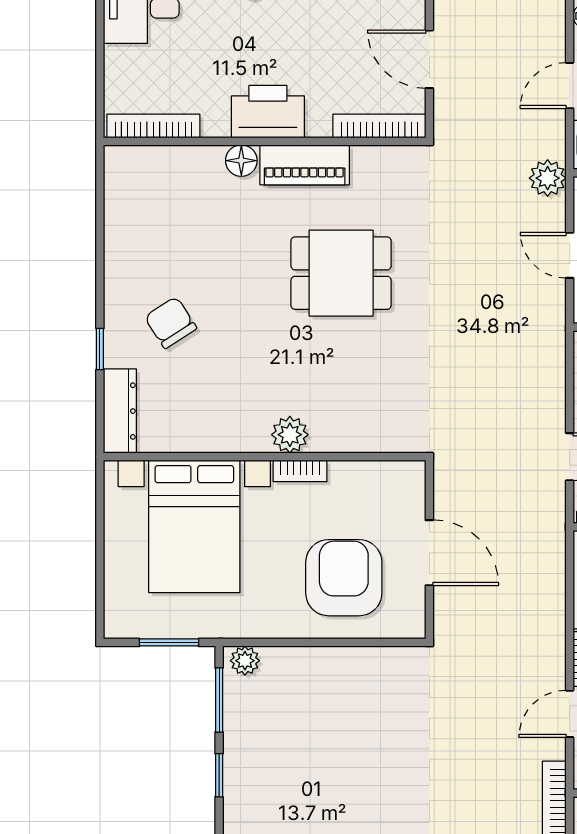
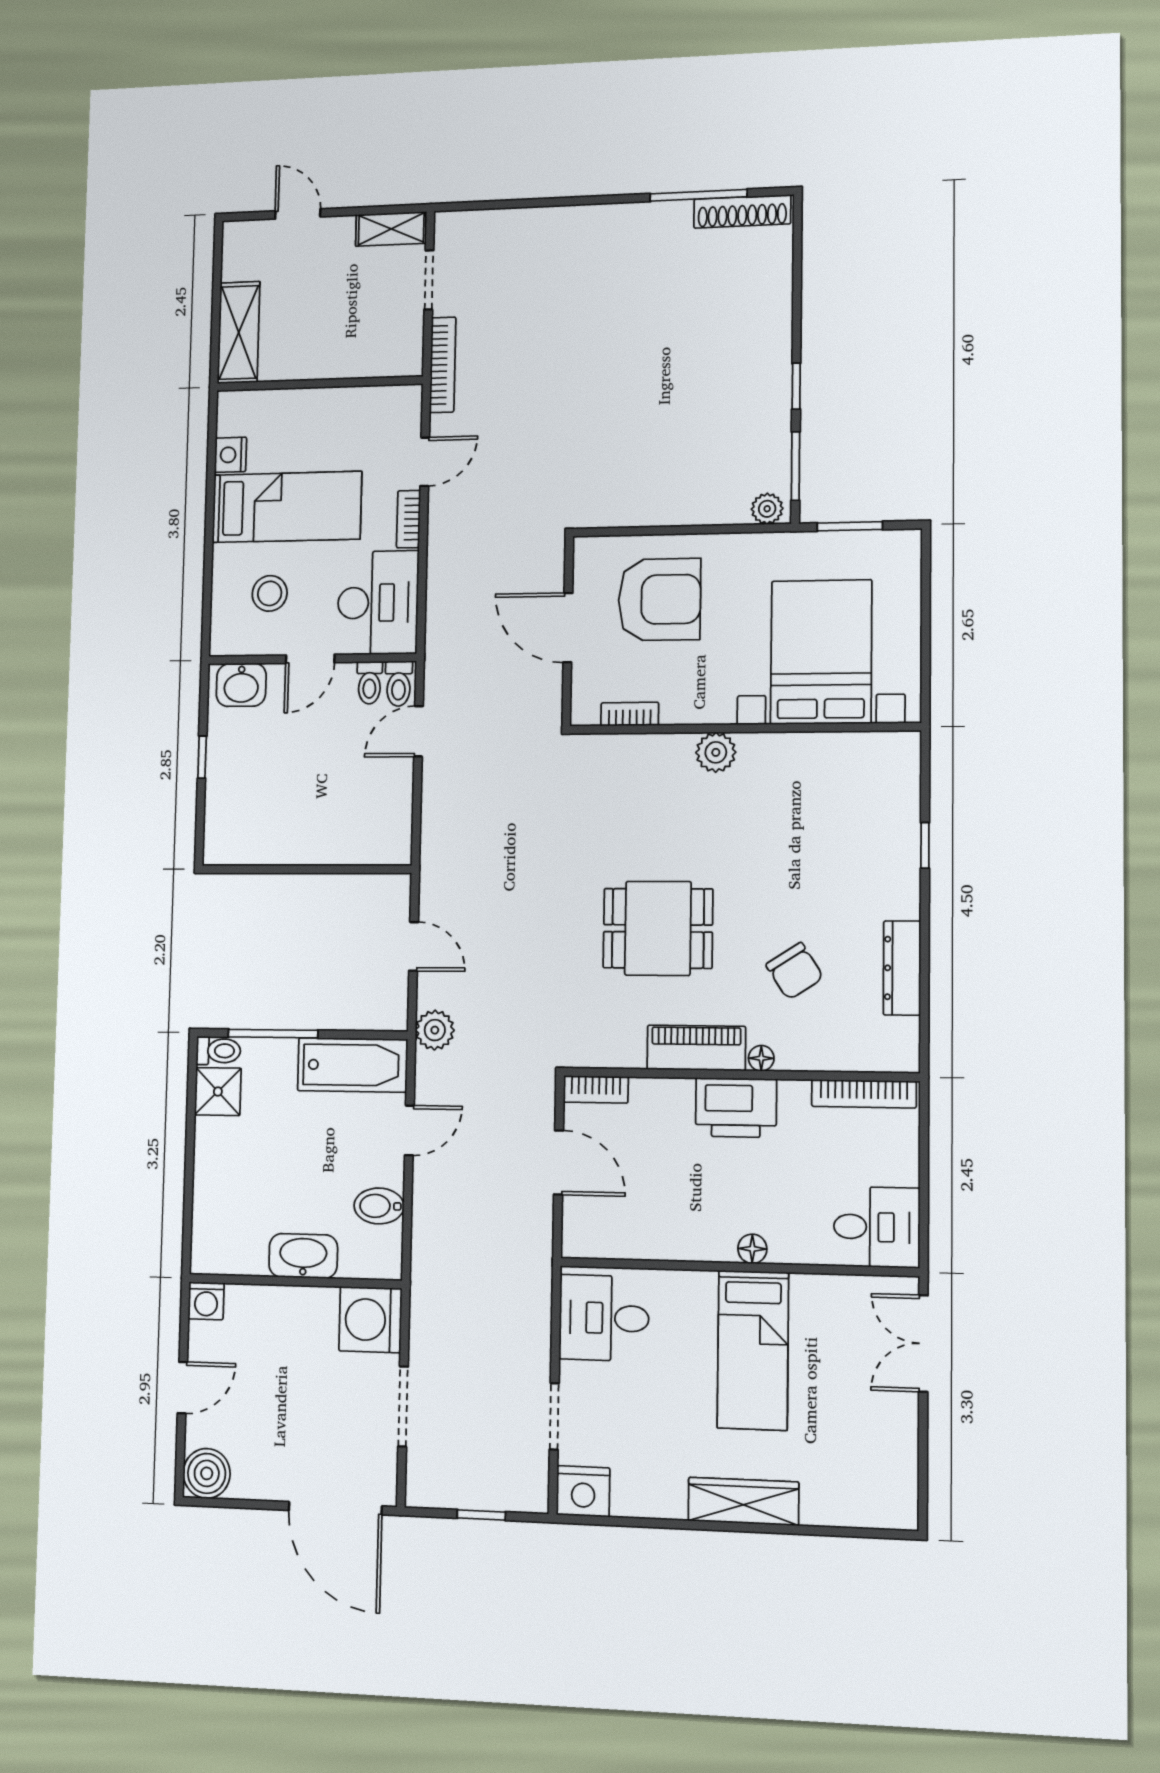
bookcase: (379, 126) -> (596, 1089), width x0.64
floor lamp: (241, 161) -> (761, 1058), width x0.73, depth x0.73
chair: (171, 323) -> (795, 971), moved
dresser: (120, 411) -> (902, 968), moved
bookcase: (300, 471) -> (630, 714), moved
armchair: (344, 578) -> (659, 599), turned -90

